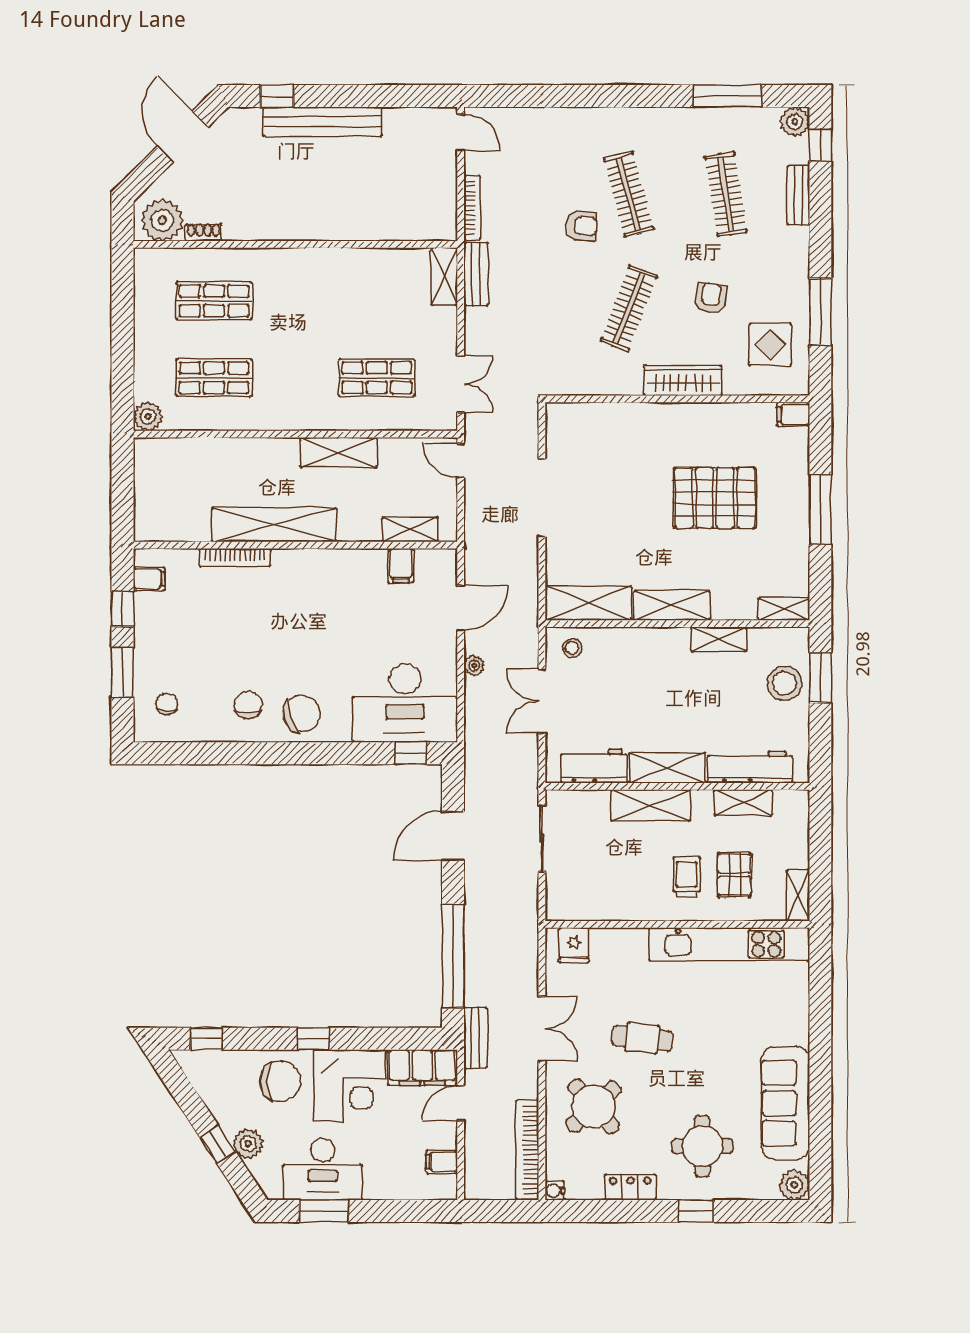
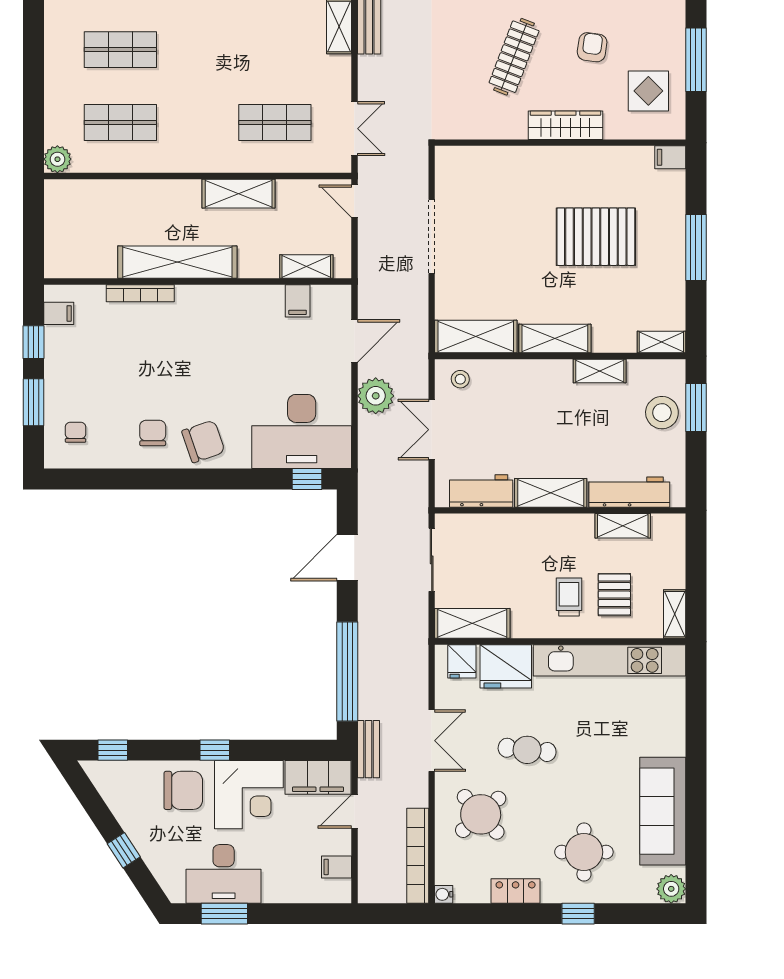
plant: (474, 666) -> (376, 396), width x1.88, depth x1.88
shelving: (651, 805) -> (472, 623), moved
fridge: (620, 951) -> (506, 666), added
plant: (248, 1144) -> (153, 850), removed

